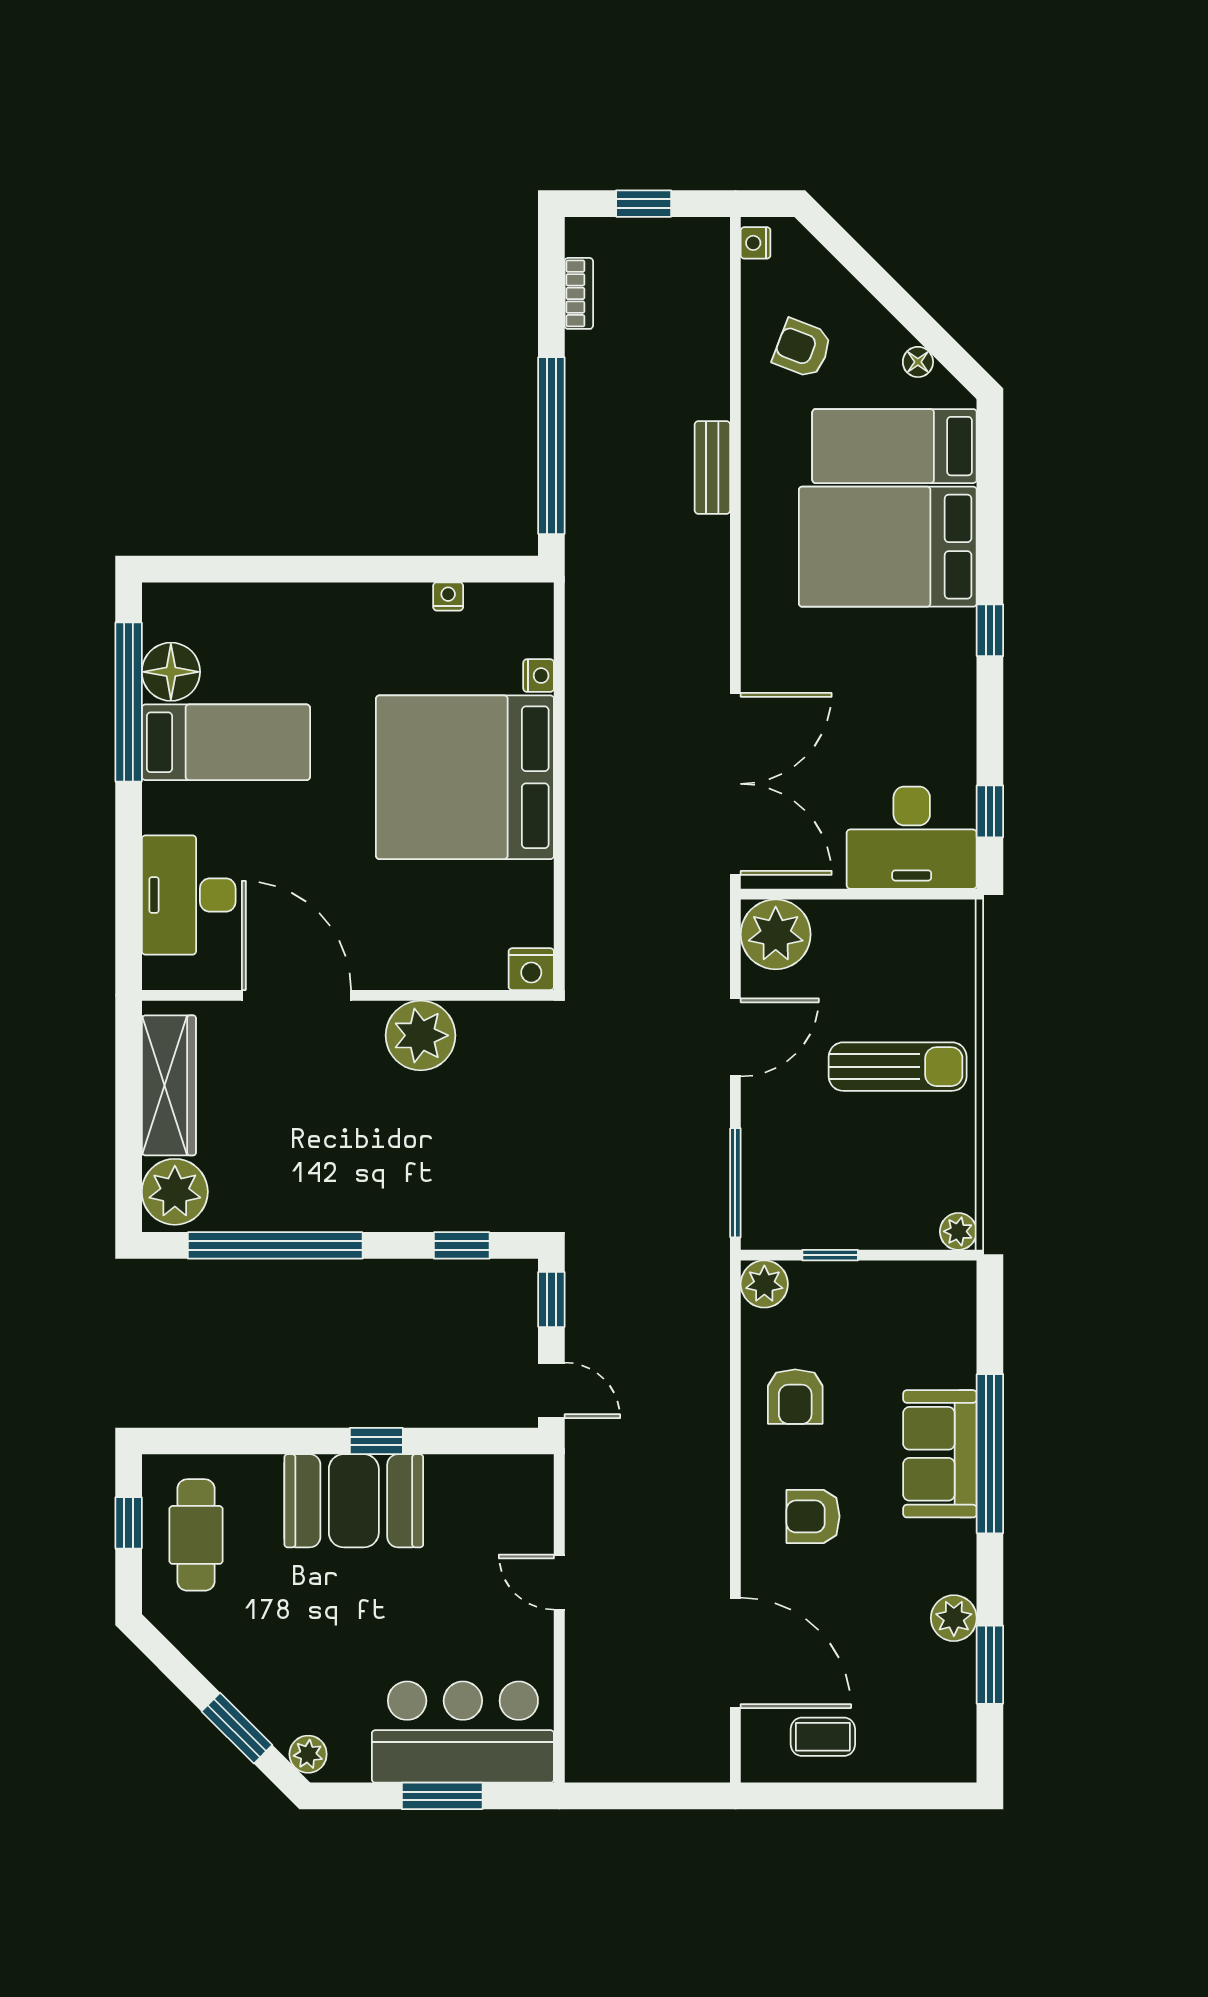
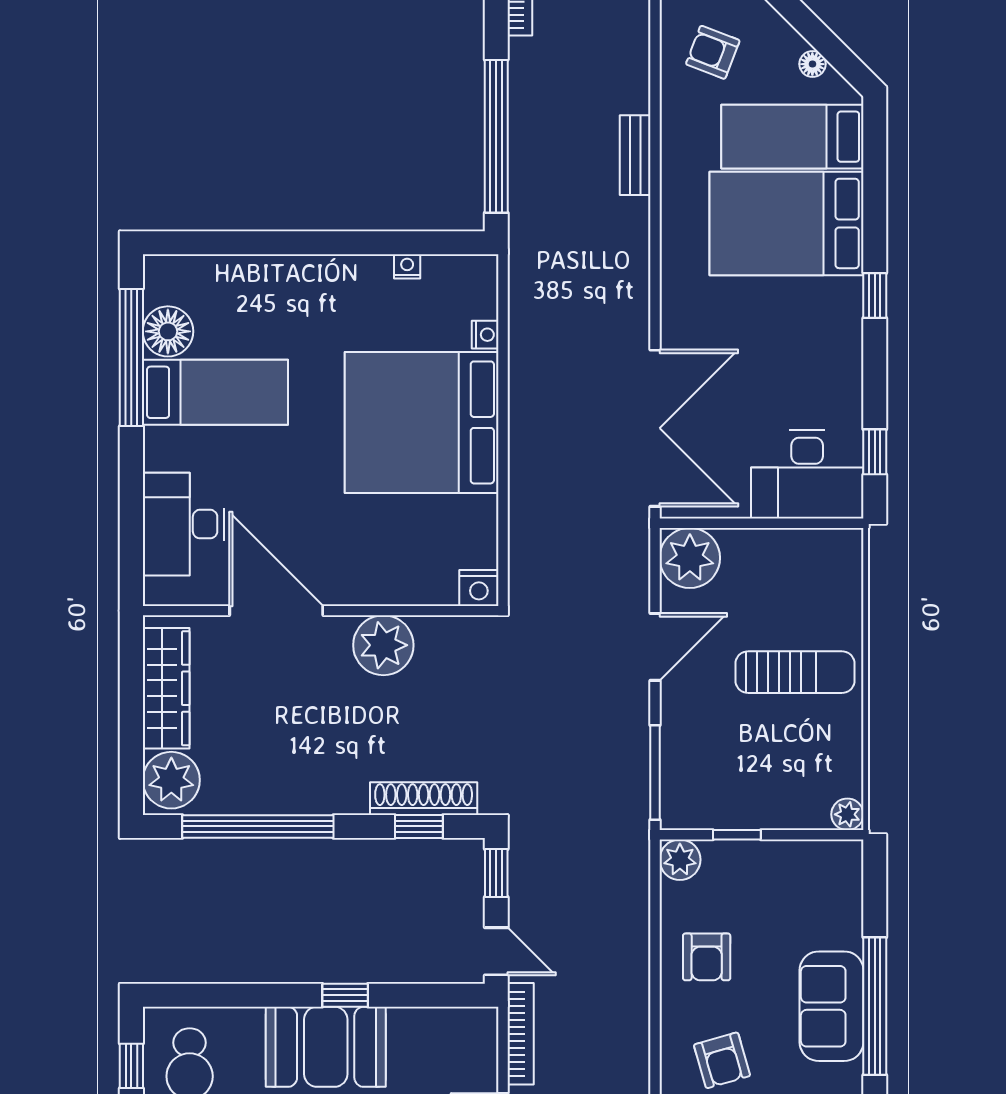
shoe rack: (467, 1213) -> (424, 799), added
bookcase: (580, 1486) -> (521, 1034), added
armchair: (813, 1516) -> (722, 1060), turned -106

